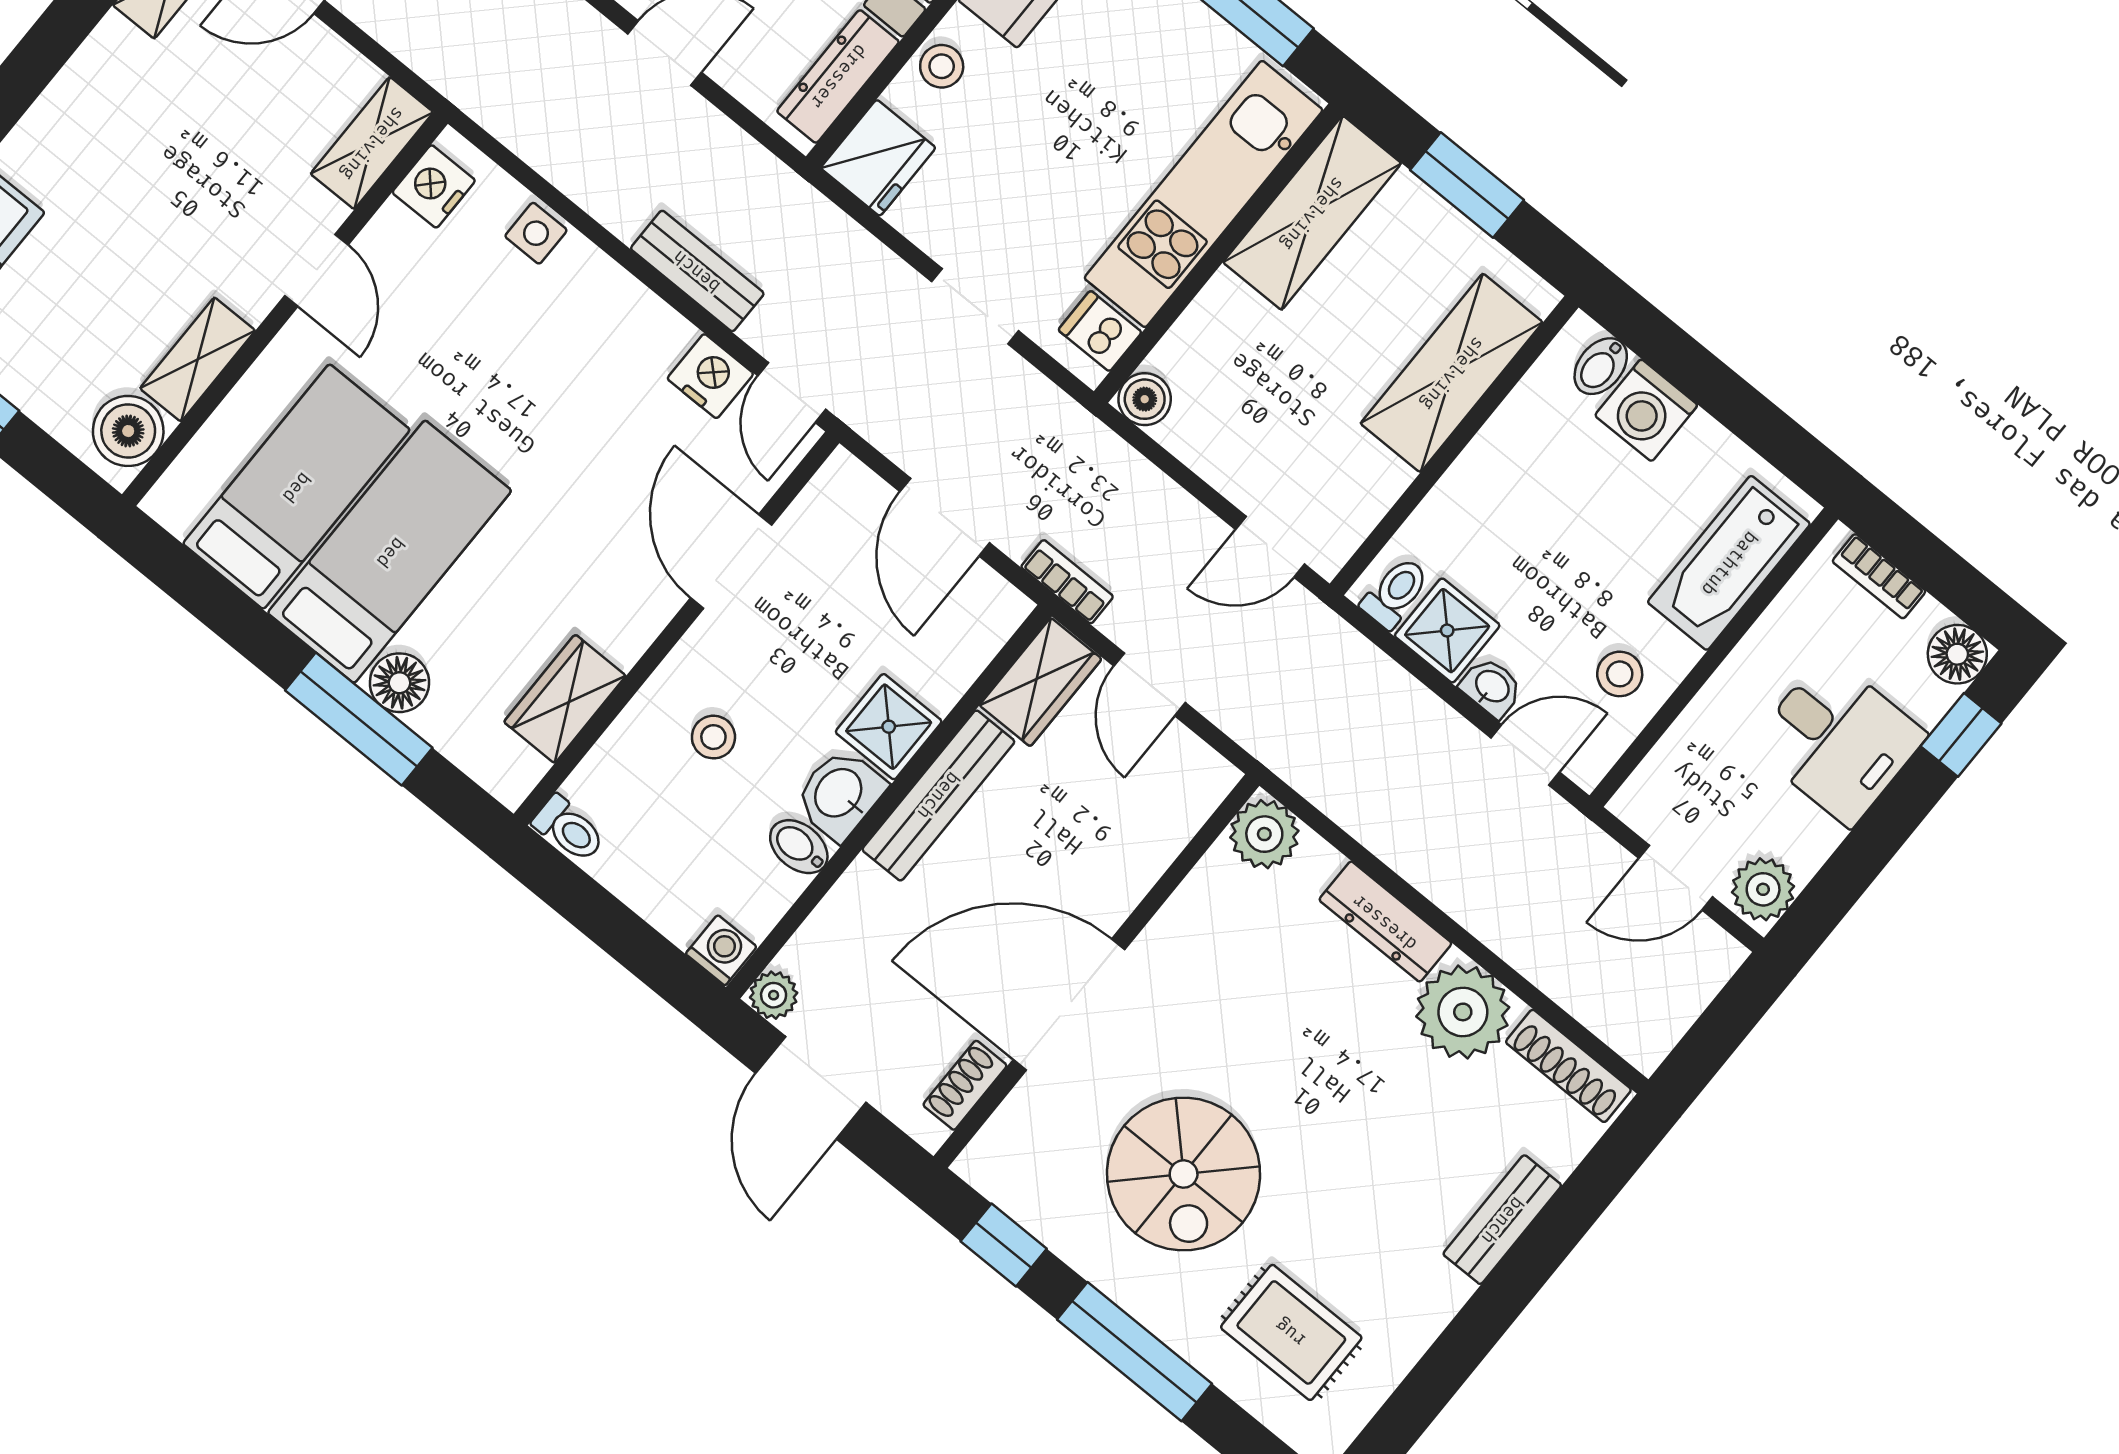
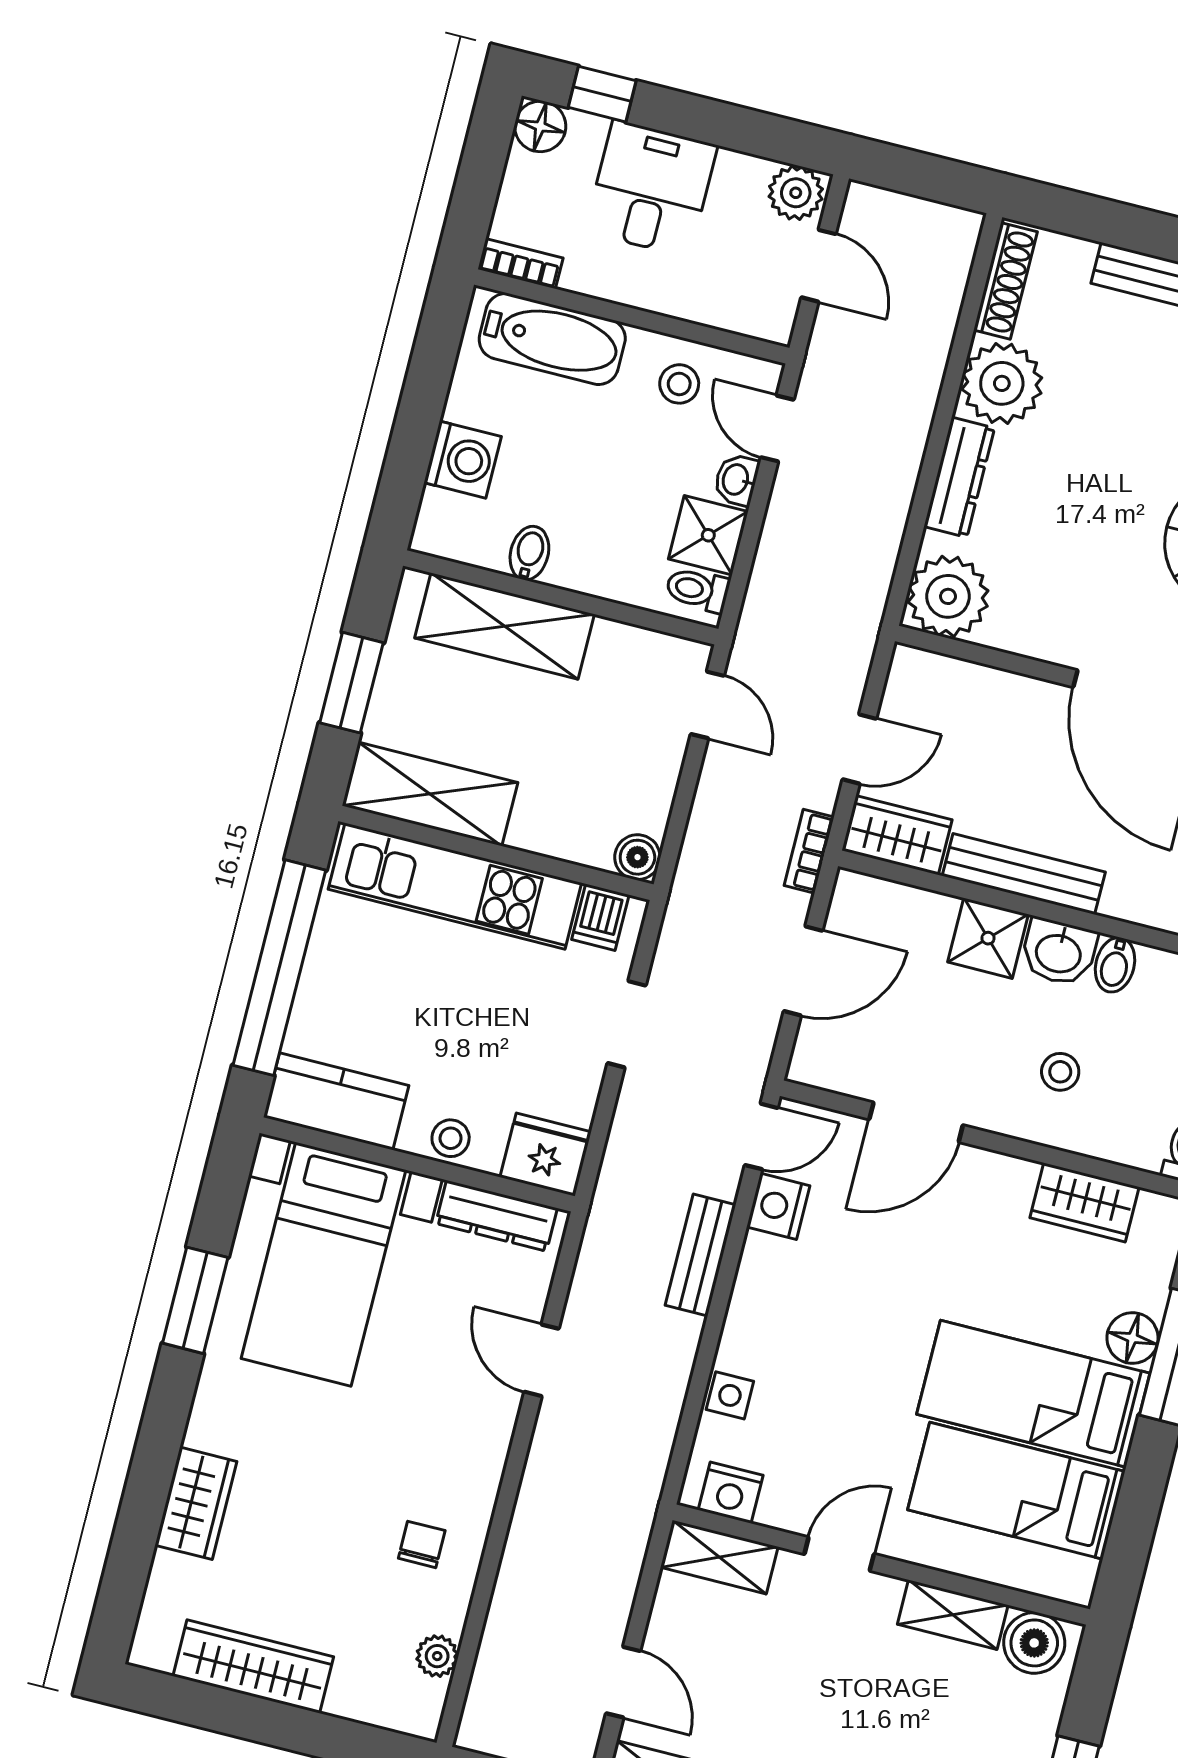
bidet: (1601, 366) -> (529, 553), moved, turned -90
bookcase: (1879, 576) -> (520, 264), moved, turned -90
plant: (1264, 834) -> (948, 596), width x1.36, depth x1.36

